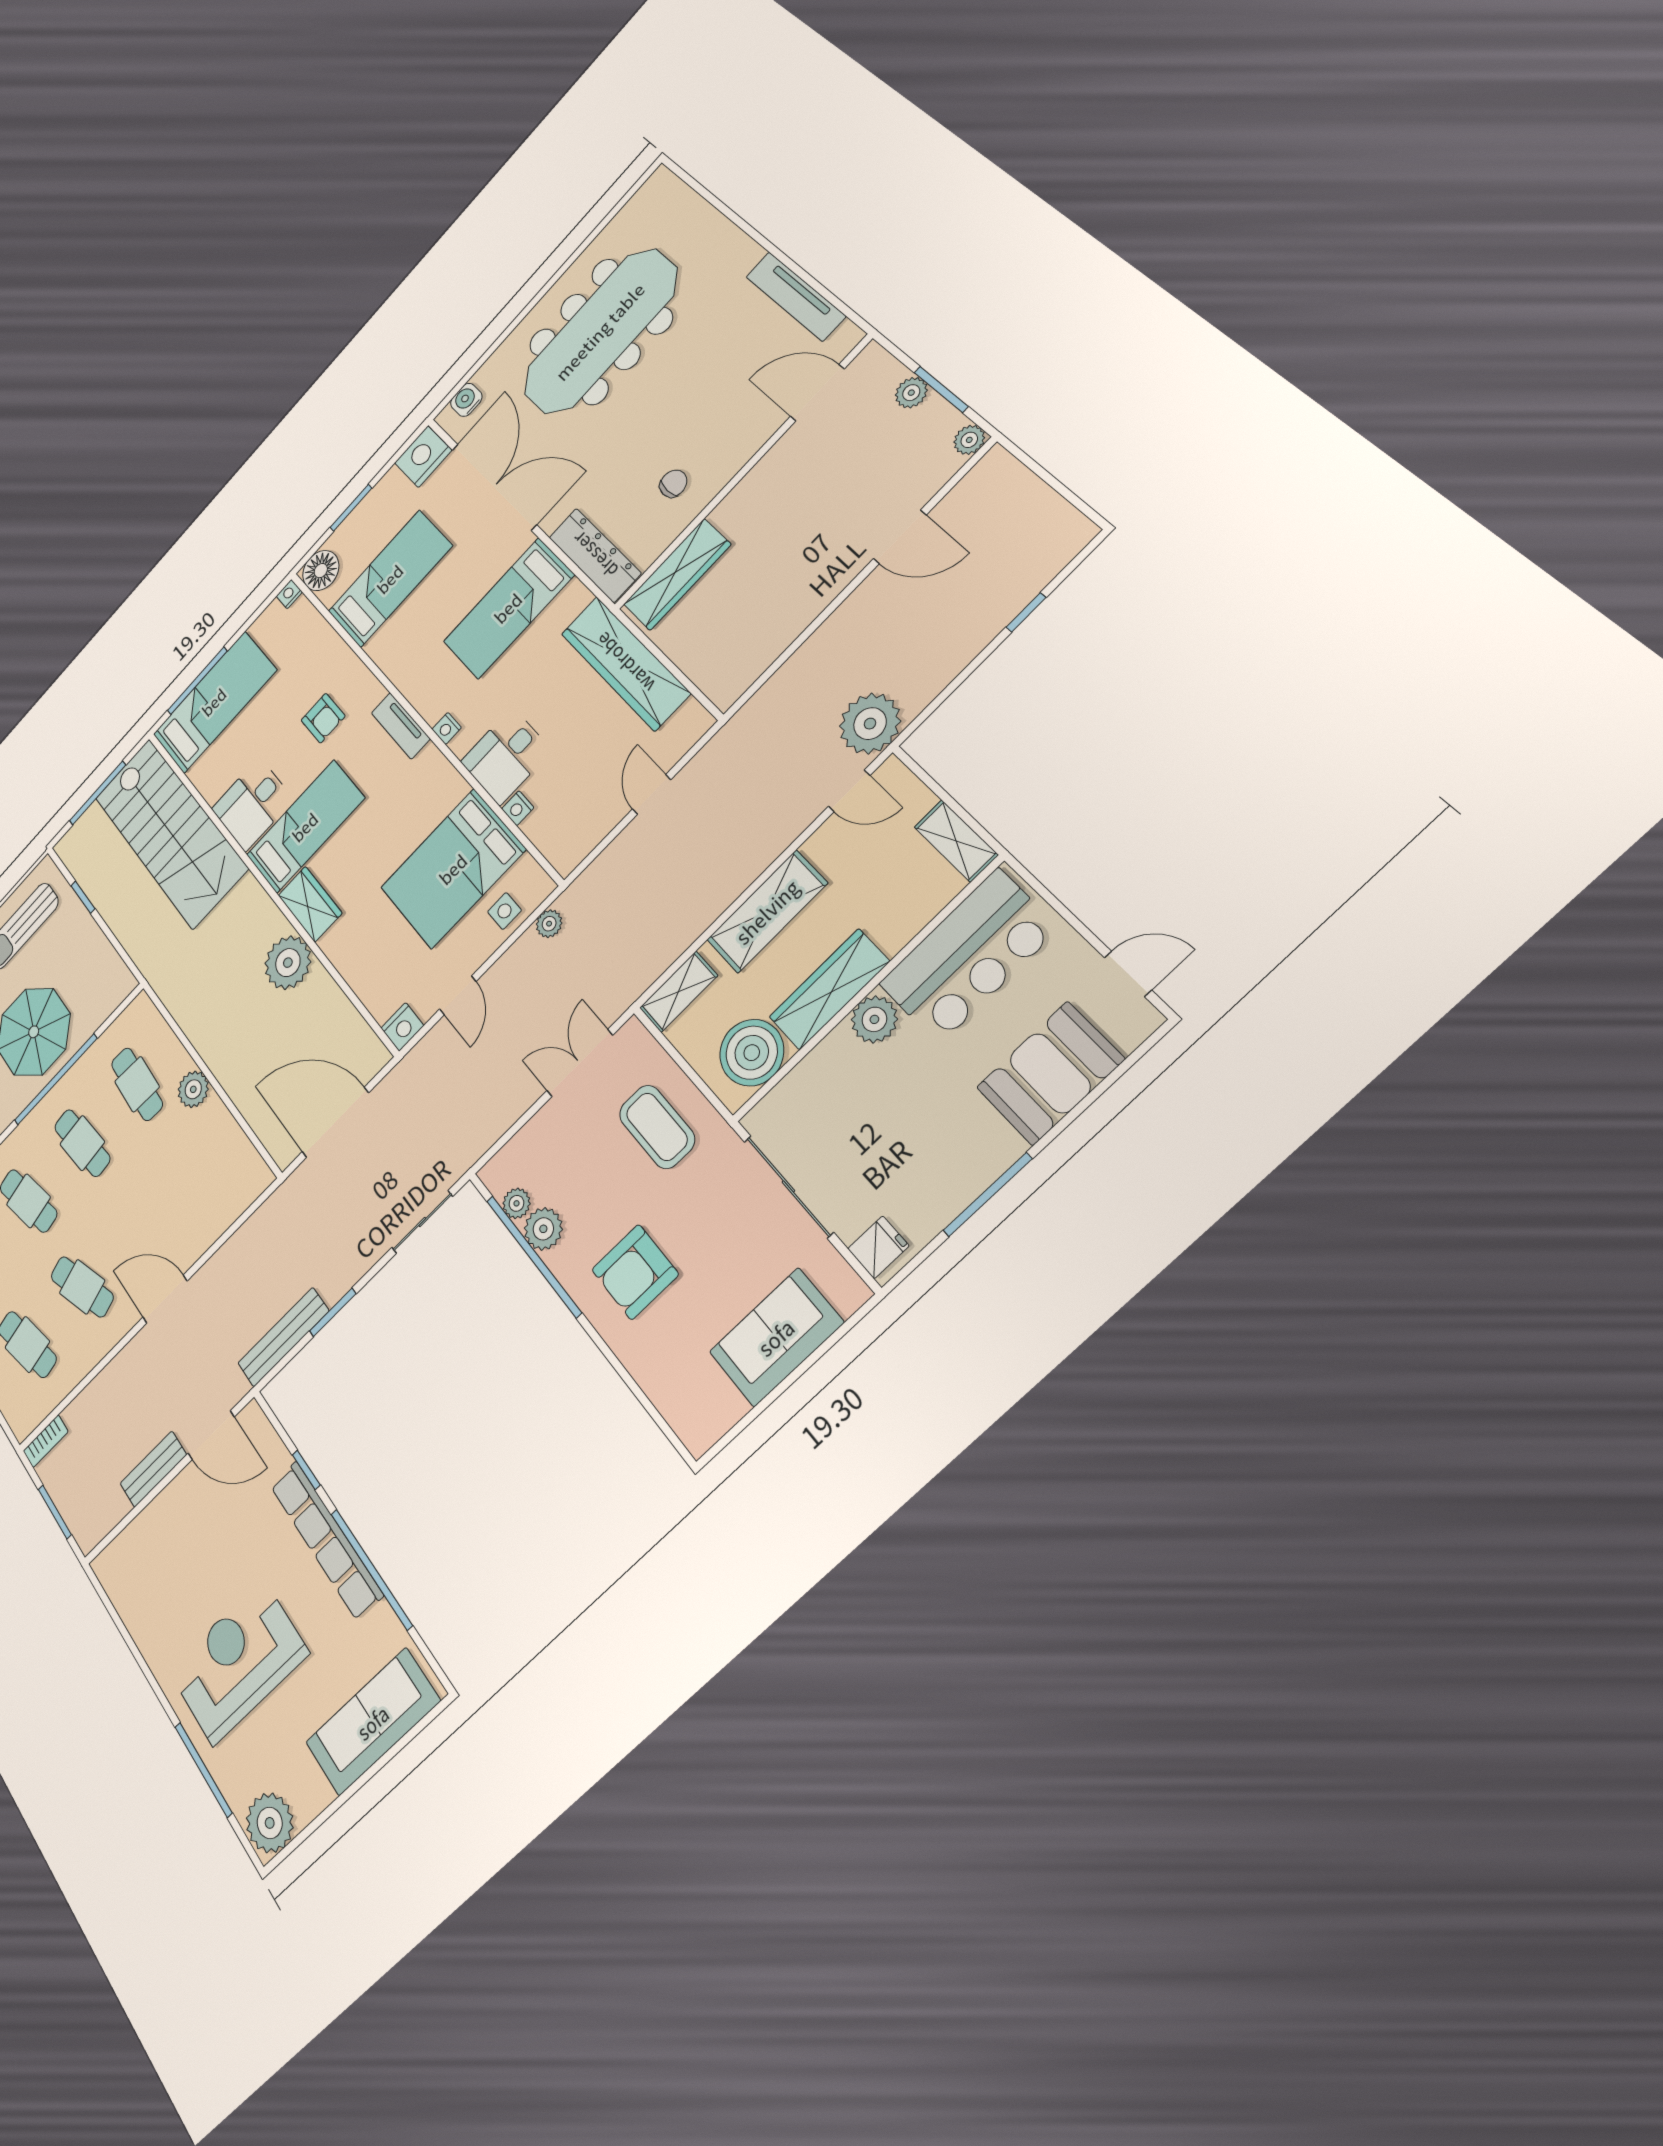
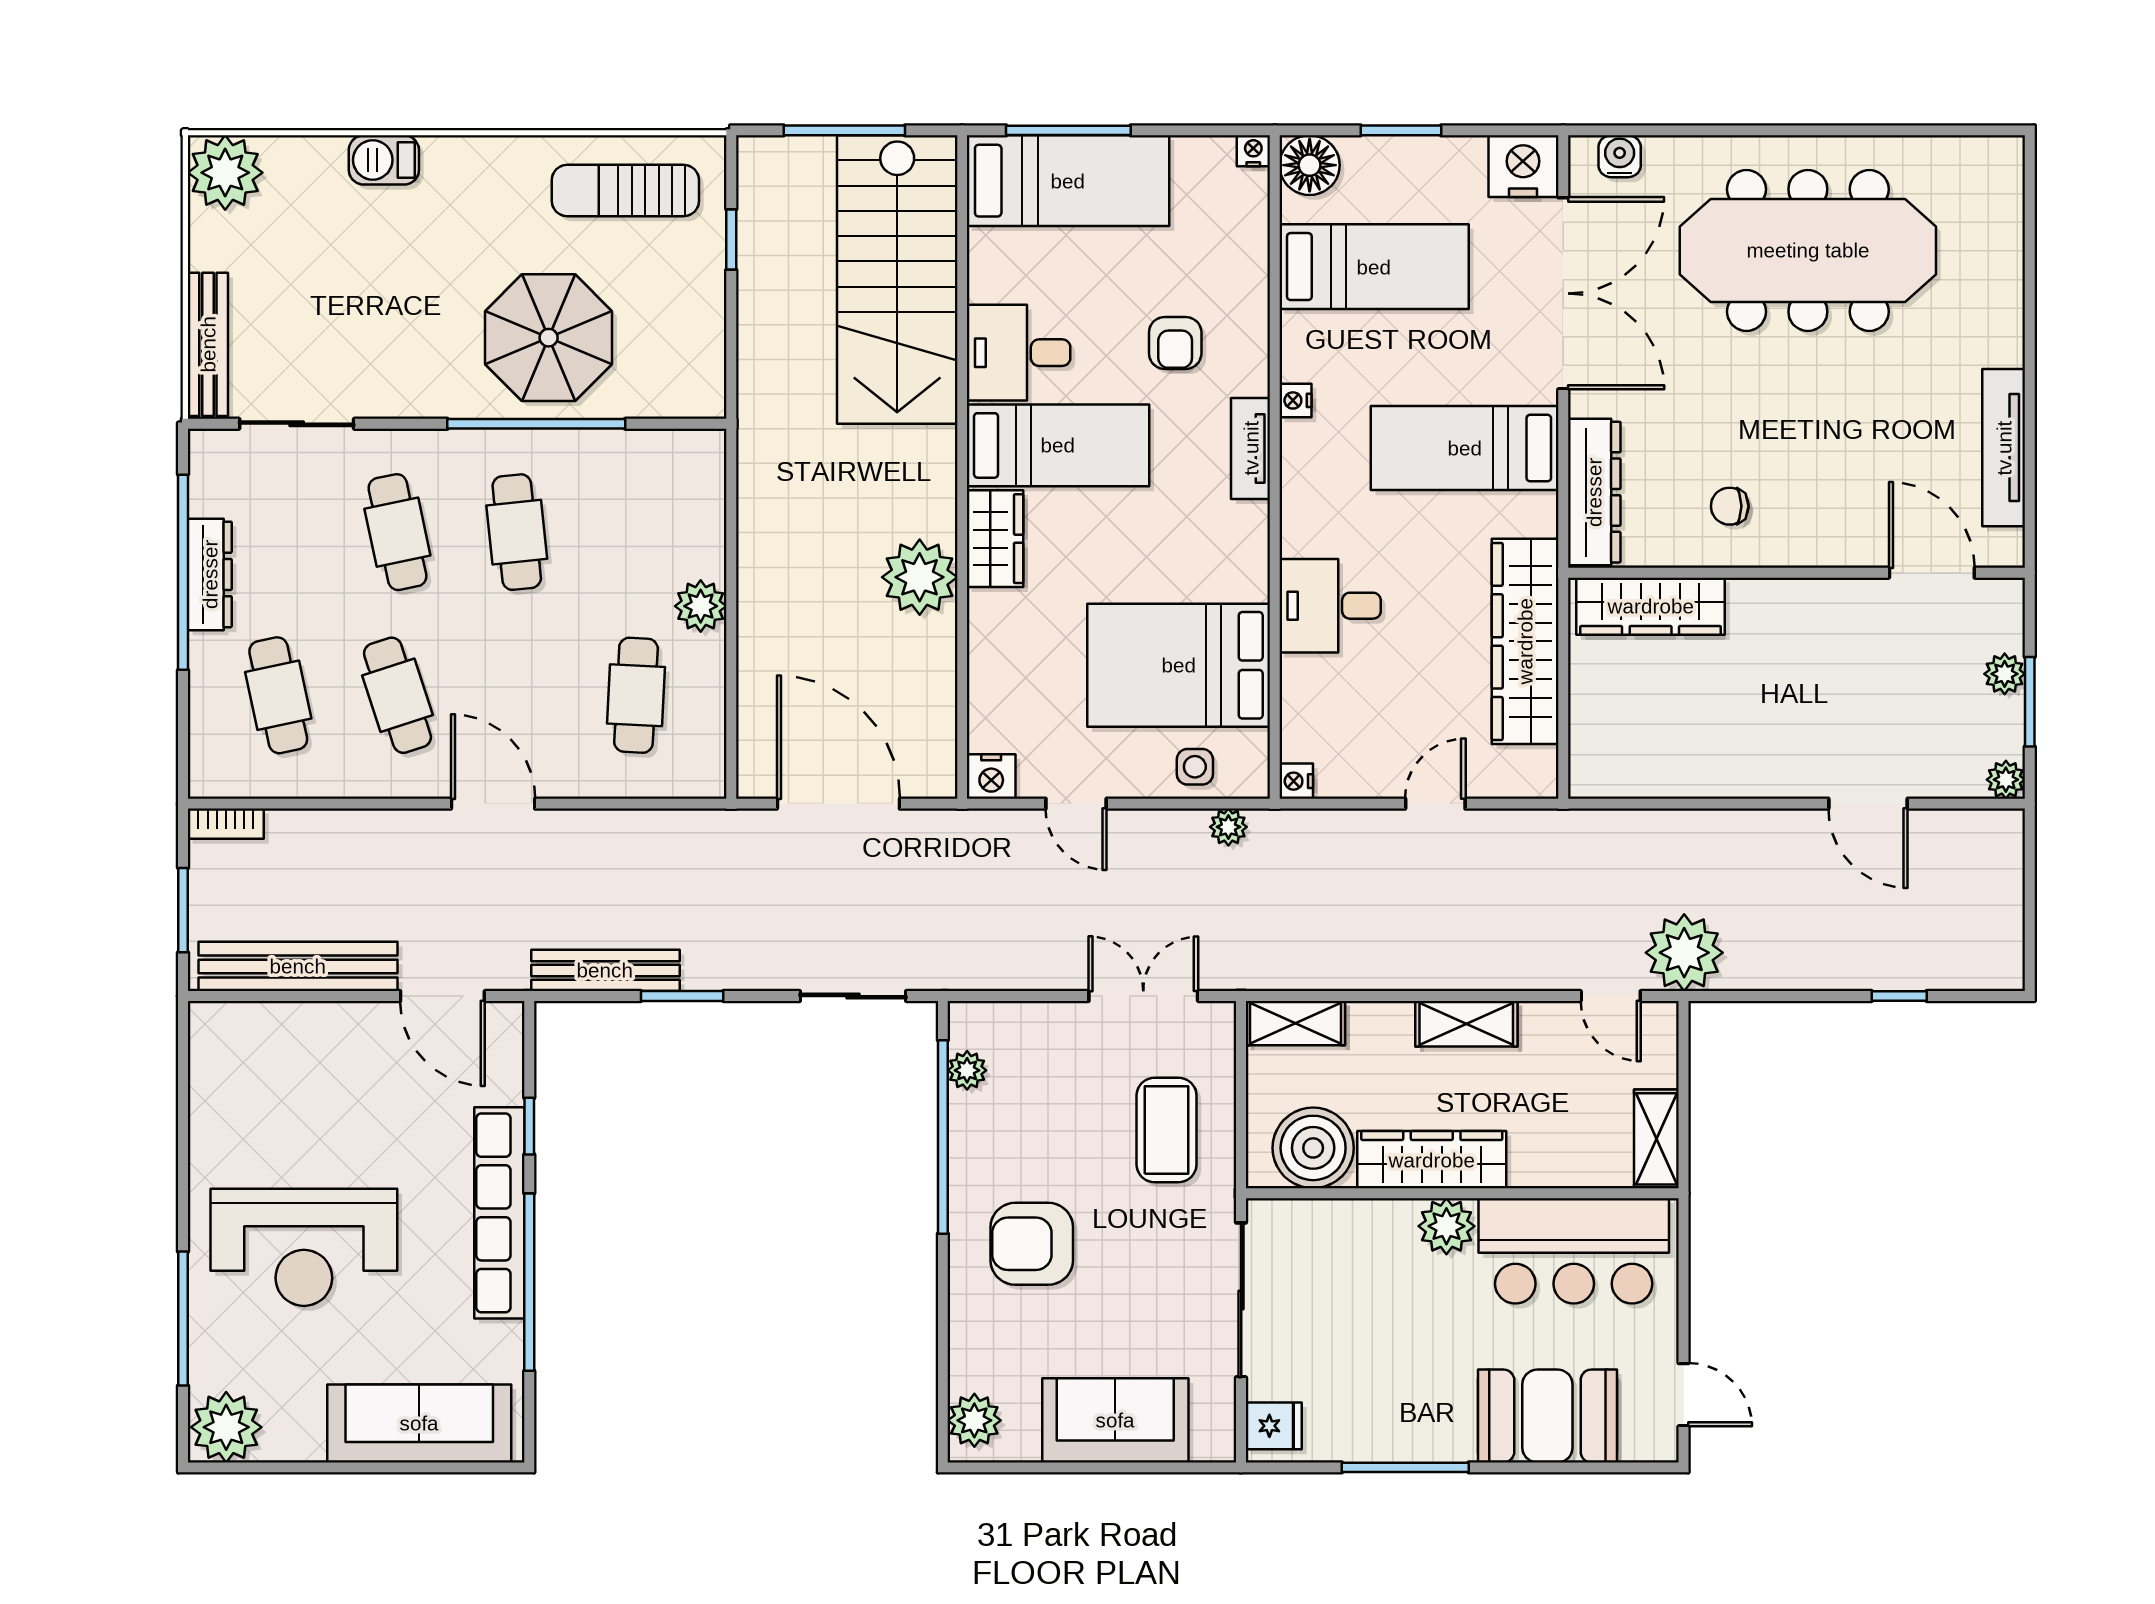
chair: (673, 484) -> (1730, 506), turned 180
nightstand: (447, 728) -> (1295, 400), moved
nightstand: (518, 808) -> (1296, 781), moved
shelving: (767, 912) -> (1466, 1024), width x0.67, depth x0.75
door: (458, 995) -> (1076, 804), hinge flipped
cafe table: (137, 1084) -> (636, 695), moved
plant: (543, 1229) -> (974, 1420), moved
bench: (153, 1469) -> (298, 966), width x1.86, depth x1.21
reception desk: (238, 1662) -> (304, 1247), turned 180

